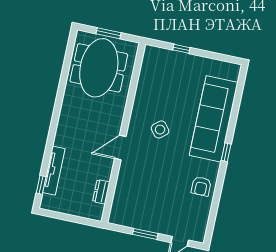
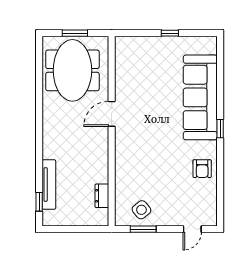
window: (181, 49) -> (170, 33), moved
side table: (160, 130) -> (142, 210), moved
door: (120, 147) -> (112, 114), moved
window: (145, 234) -> (143, 229), moved

